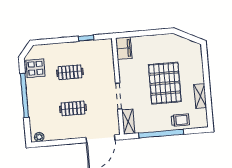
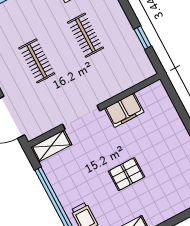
filing cabinet: (124, 48) -> (124, 110), moved
pallet: (165, 83) -> (127, 174), width x0.49, depth x0.50

